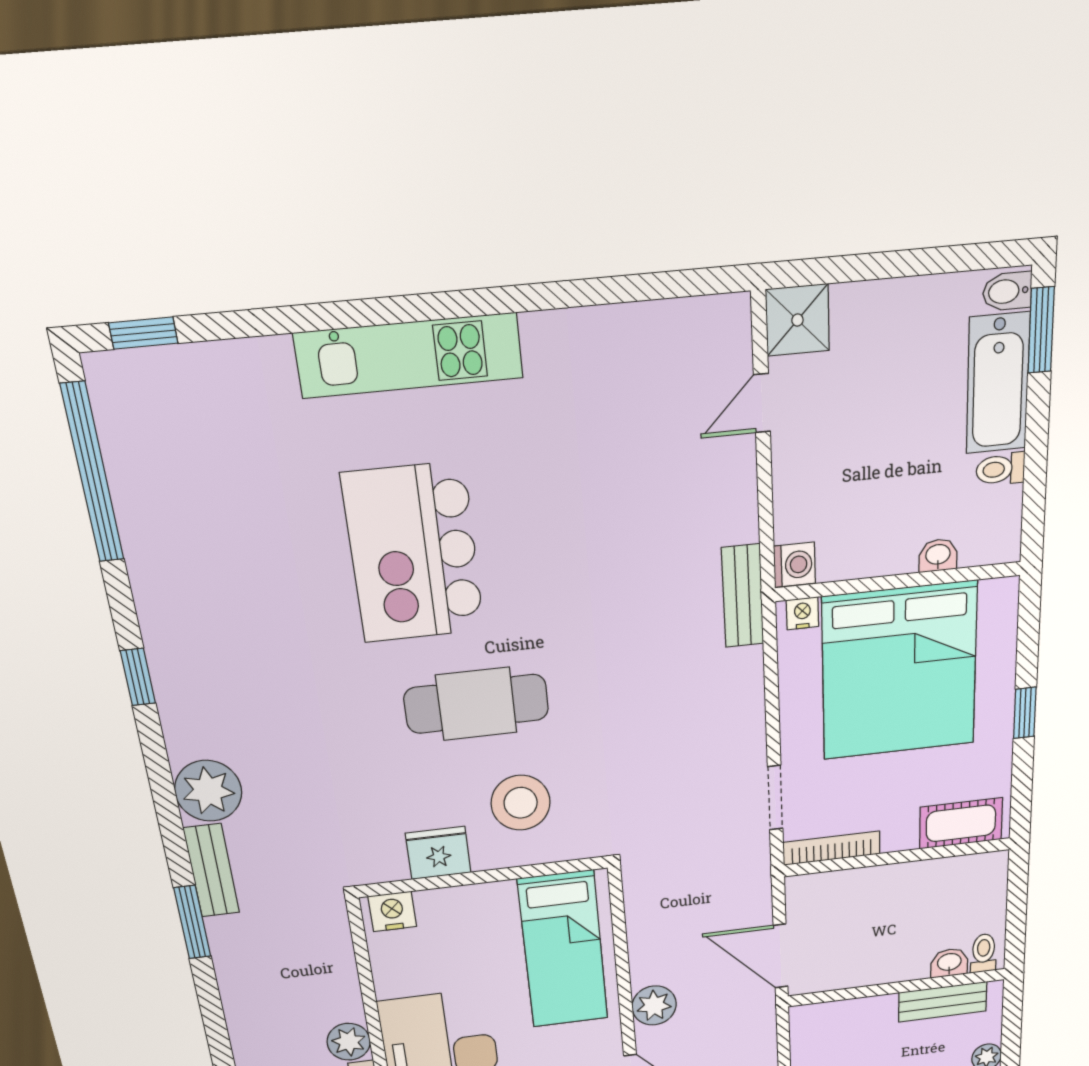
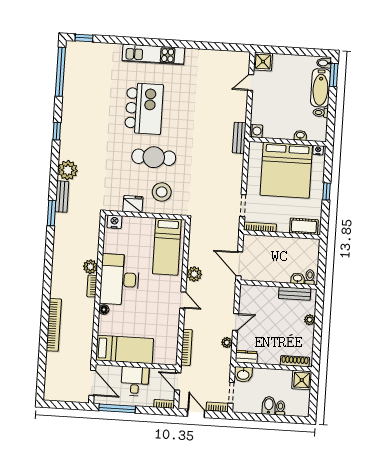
kitchen island: (414, 553) -> (144, 109), turned 180
nightstand: (802, 613) -> (318, 150), moved

